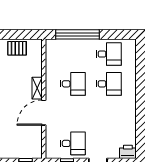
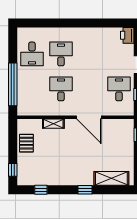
desk: (109, 54) -> (32, 54), turned 180
shelving: (37, 88) -> (53, 124), moved

